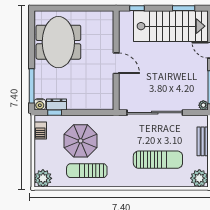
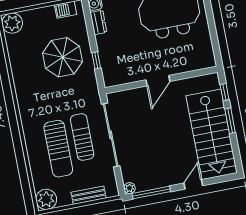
window: (184, 8) -> (230, 121), moved
window: (55, 113) -> (96, 60), moved
sun lounger: (87, 171) -> (82, 137), moved

